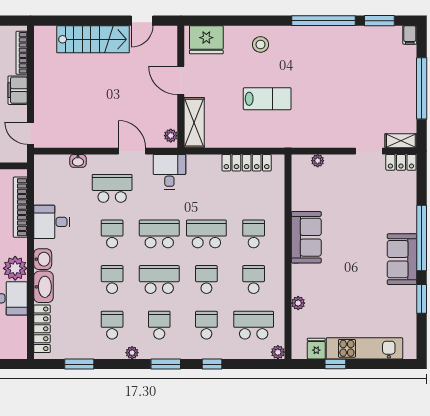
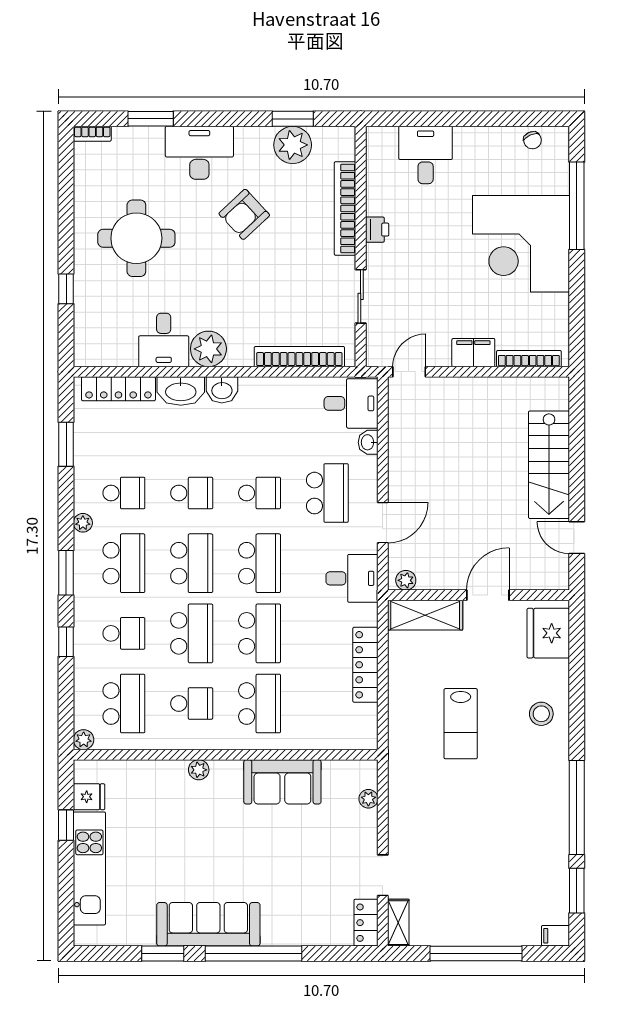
locker: (247, 163) -> (365, 665), moved
desk: (52, 222) -> (351, 403), moved, turned 90
school desk: (254, 234) -> (260, 704), width x1.85
sofa: (306, 237) -> (282, 782), moved
sofa: (402, 259) -> (208, 924), width x1.36
school desk: (206, 280) -> (192, 633), width x1.85
plant: (298, 303) -> (199, 770), moved
school desk: (159, 325) -> (124, 563), width x1.85

